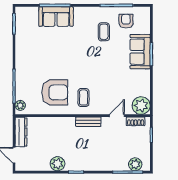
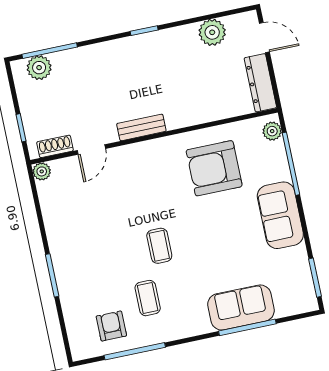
armchair: (126, 21) -> (111, 326), turned 180
sofa: (140, 52) -> (280, 215), moved, turned 180
coffee table: (84, 98) -> (159, 246), moved
plant: (141, 106) -> (42, 171), width x0.53, depth x0.53
plant: (58, 164) -> (212, 32), moved

